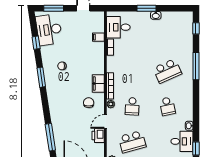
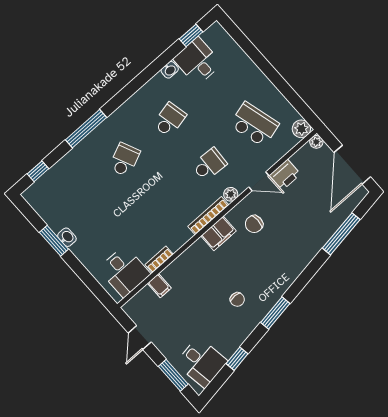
window: (147, 8) -> (54, 241), moved
desk: (49, 30) -> (201, 362), width x0.73
school desk: (167, 71) -> (124, 160), width x0.54

